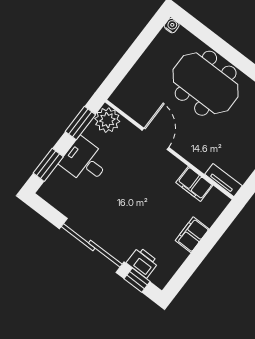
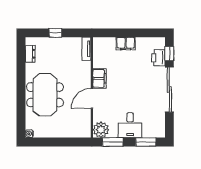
filing cabinet: (194, 184) -> (99, 78), moved

